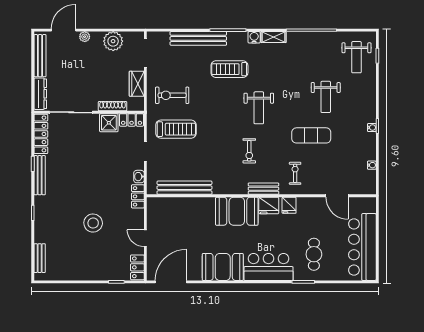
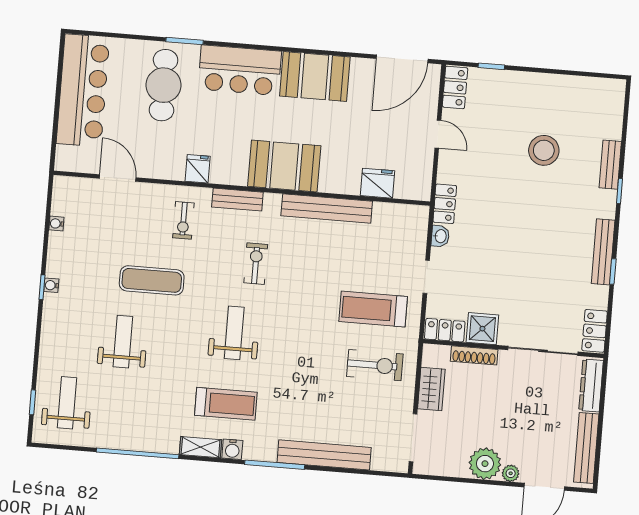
plant: (113, 41) -> (485, 464), moved
treadmill: (229, 69) -> (226, 404), moved
locker: (41, 134) -> (595, 331), width x0.66
bench: (184, 188) -> (327, 209), moved
fridge: (269, 206) -> (378, 183), moved
stool: (93, 223) -> (544, 150), moved
cafe table: (314, 254) -> (164, 85), width x1.37, depth x1.35
bench: (40, 258) -> (610, 165), moved

